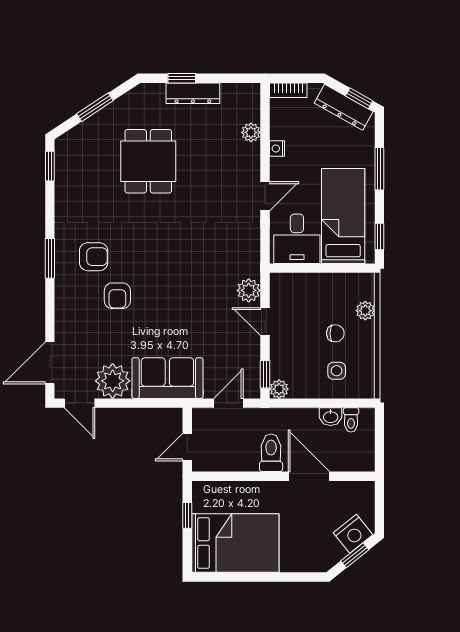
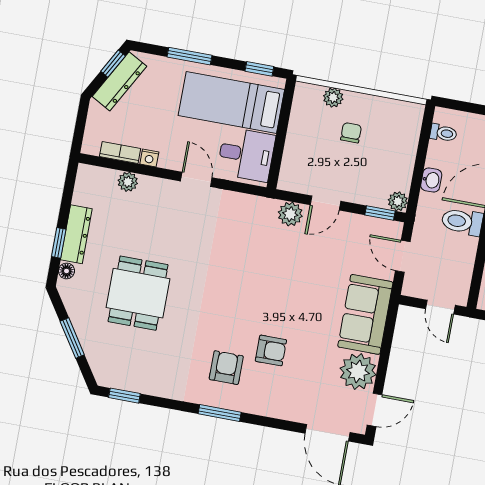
floor lamp: (157, 90) -> (67, 271), added
bookcase: (288, 90) -> (120, 153), moved, turned -90
dining table: (148, 161) -> (138, 293), turned 90
side table: (337, 371) -> (390, 139), removed
washbasin: (331, 417) -> (431, 180), moved

